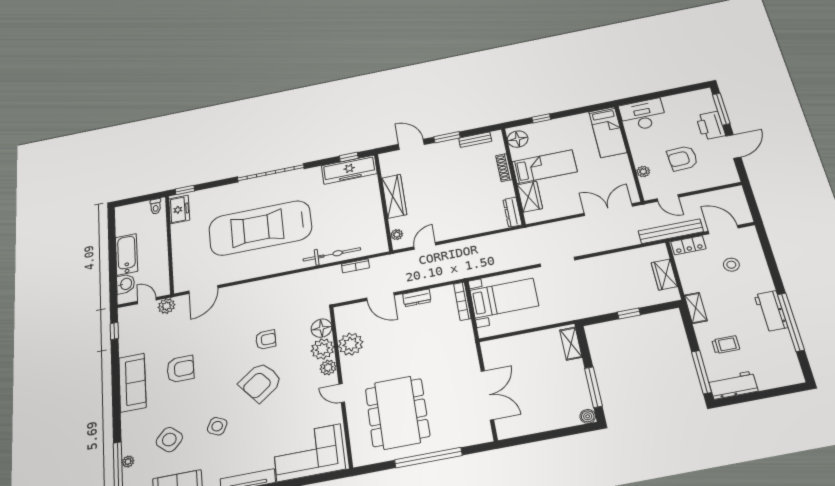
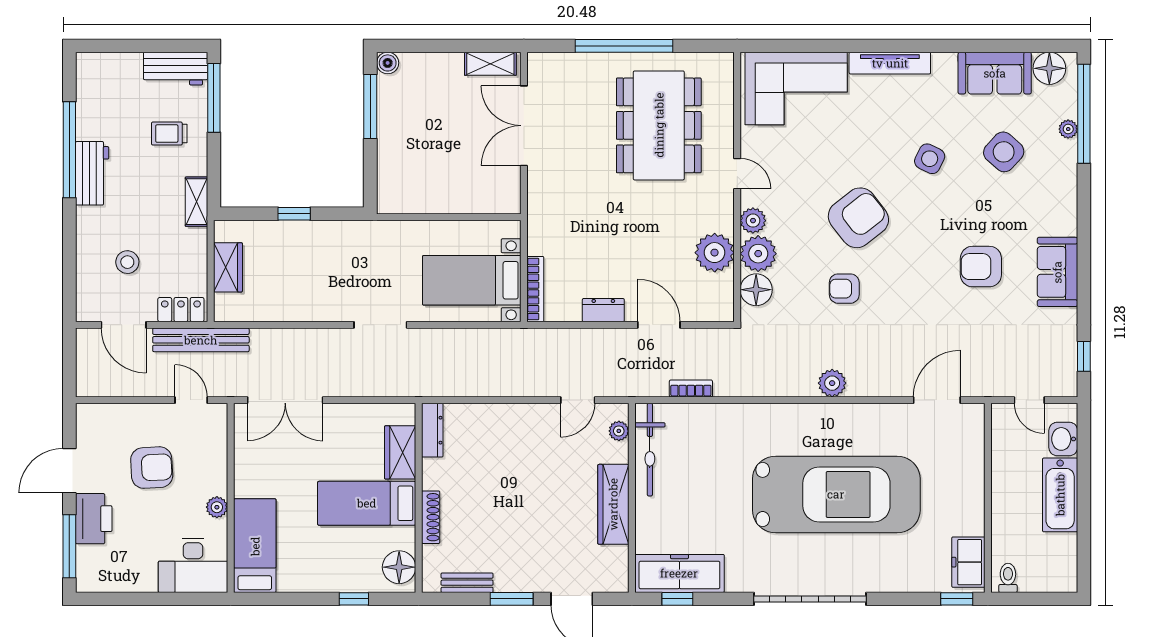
plant: (643, 172) -> (217, 507), moved
bicycle: (332, 254) -> (650, 450), moved, turned -90
plant: (167, 306) -> (832, 383), moved
shelving: (571, 344) -> (490, 64), moved, turned 90
sofa: (132, 382) -> (1057, 272), width x0.73

